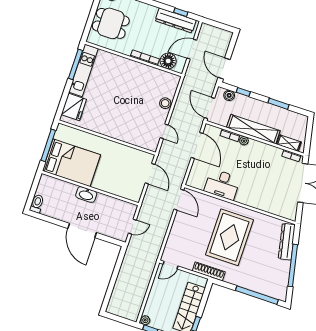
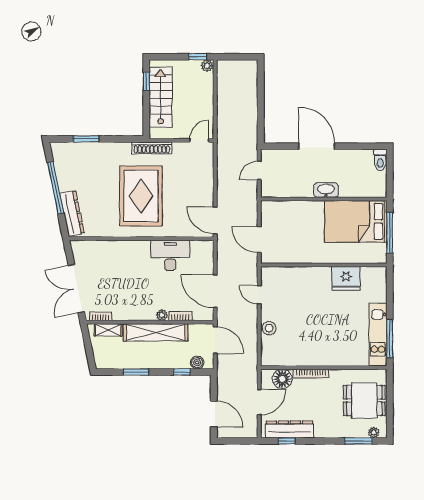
door: (224, 68) -> (214, 414), moved
fridge: (74, 107) -> (346, 278), moved, turned -90
window: (257, 295) -> (86, 139), width x0.47

